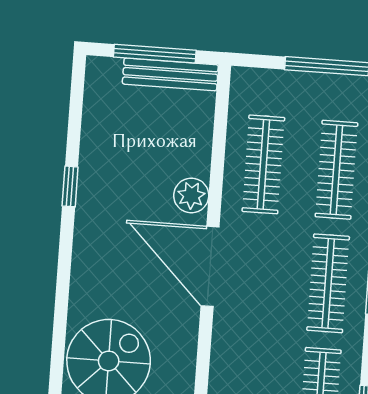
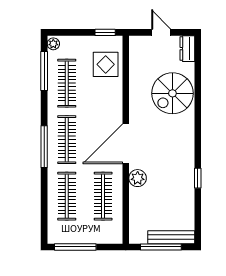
bench: (170, 74) -> (171, 237), moved
door: (210, 266) -> (126, 144), swing flipped

